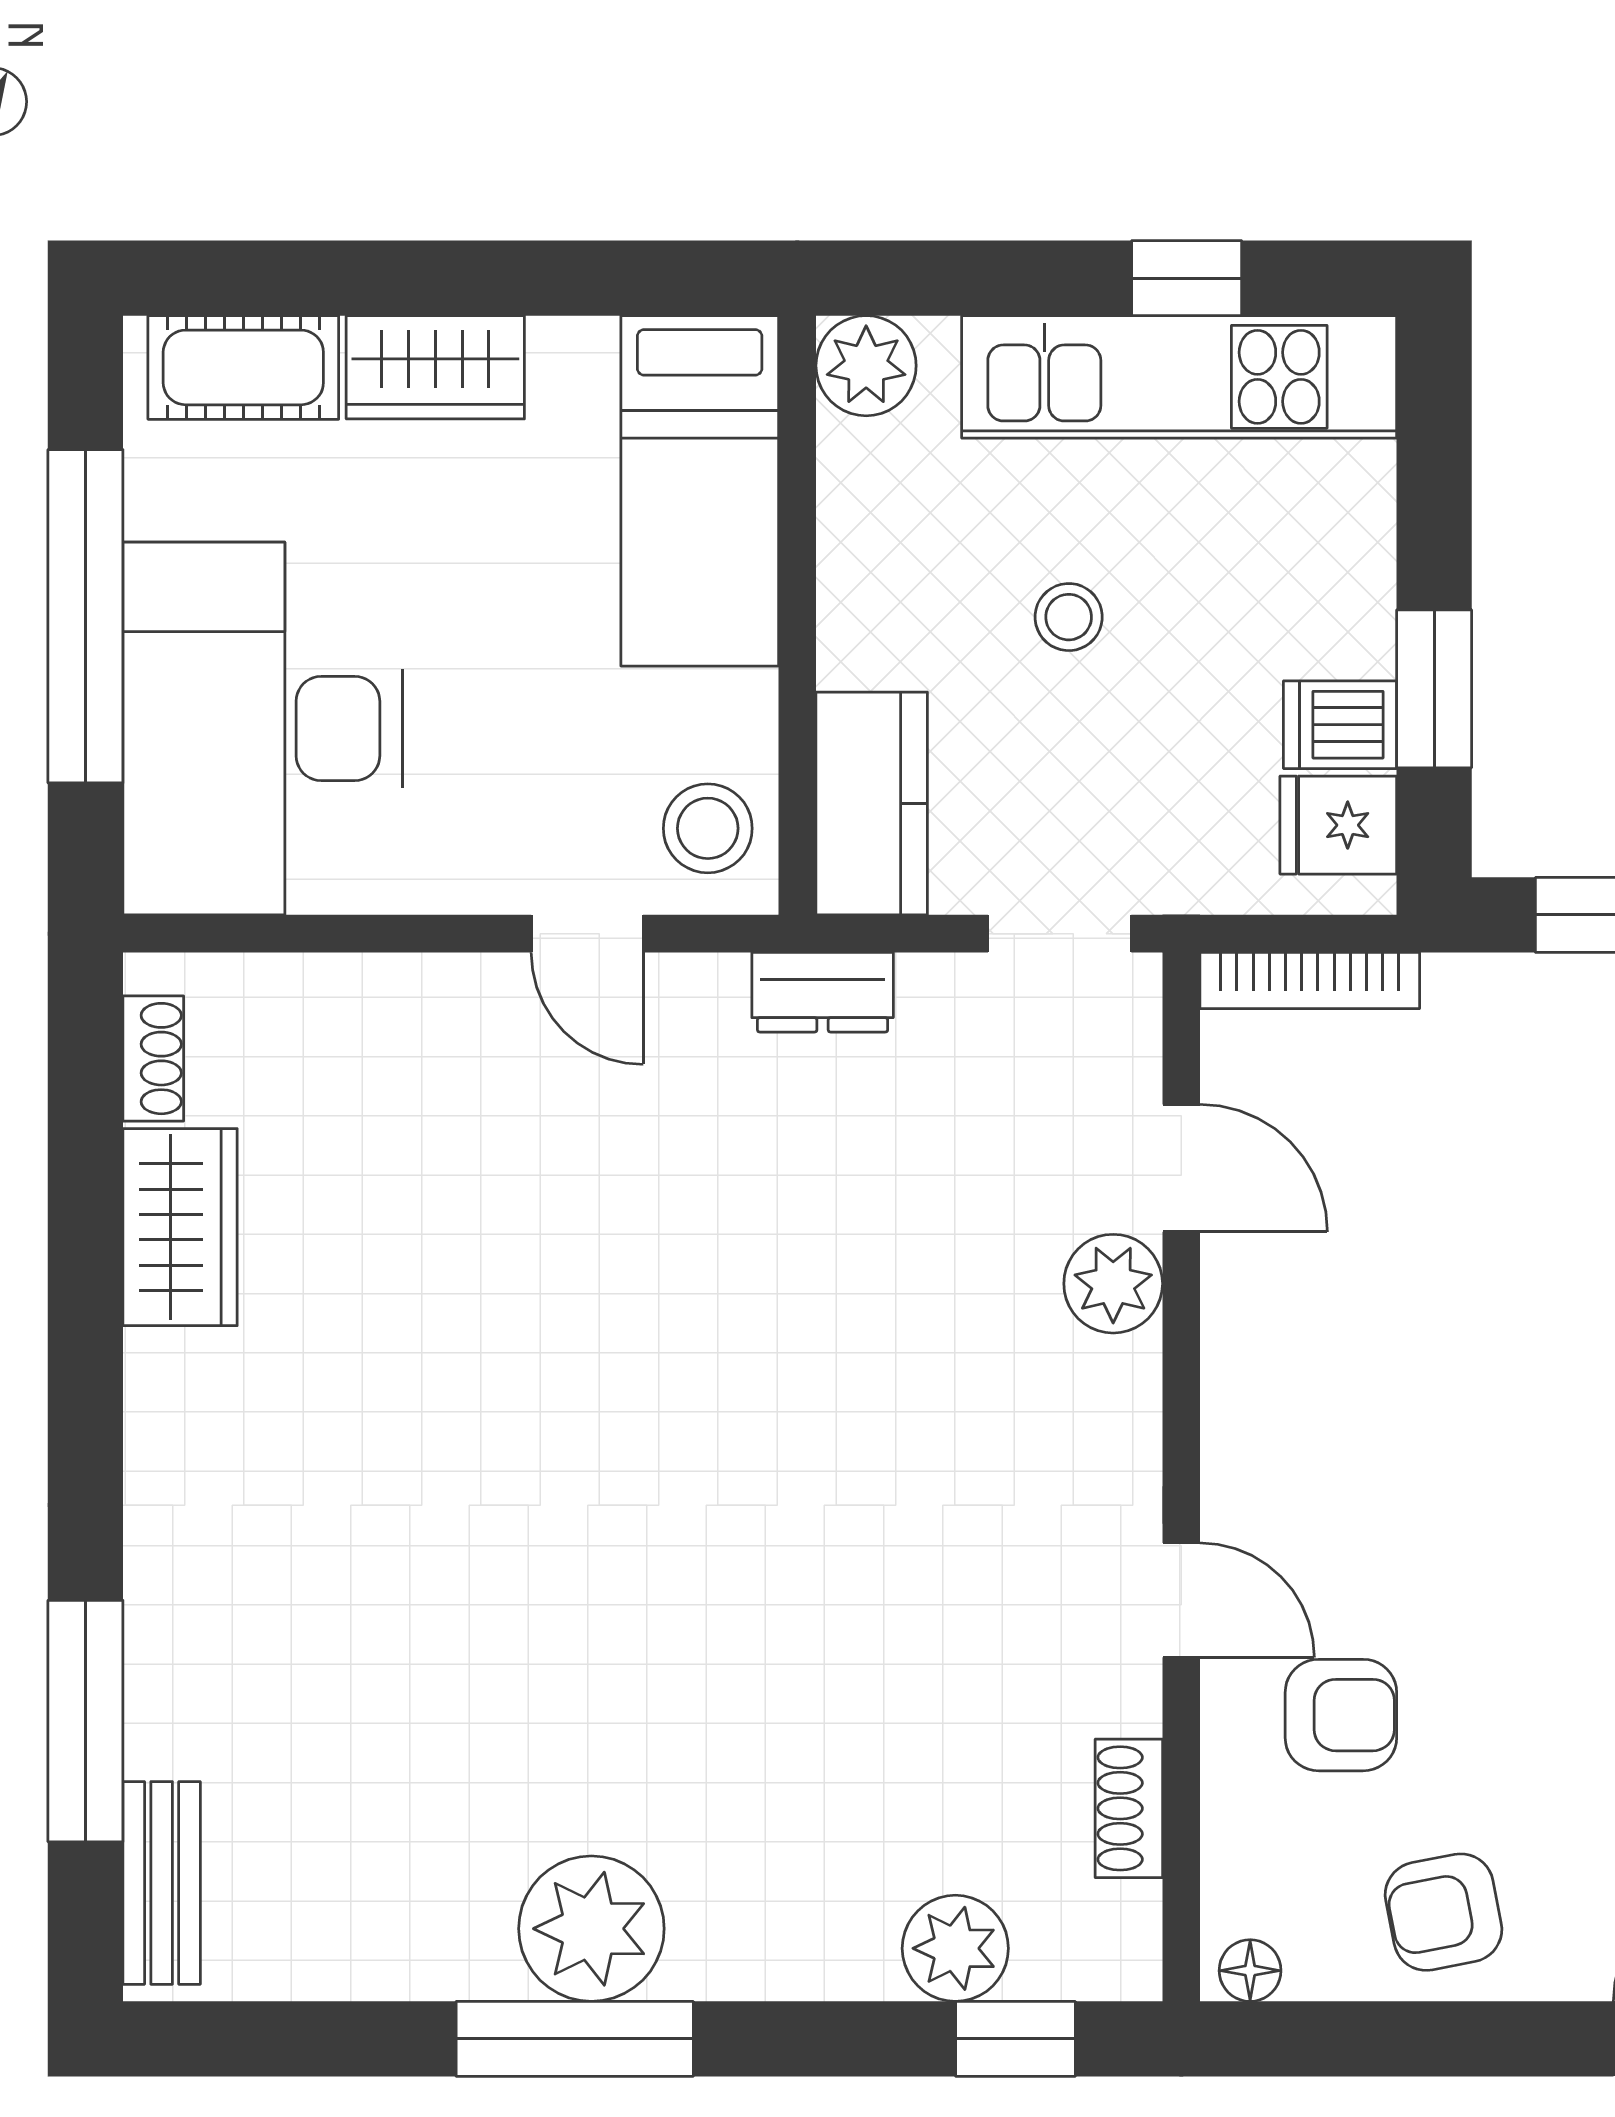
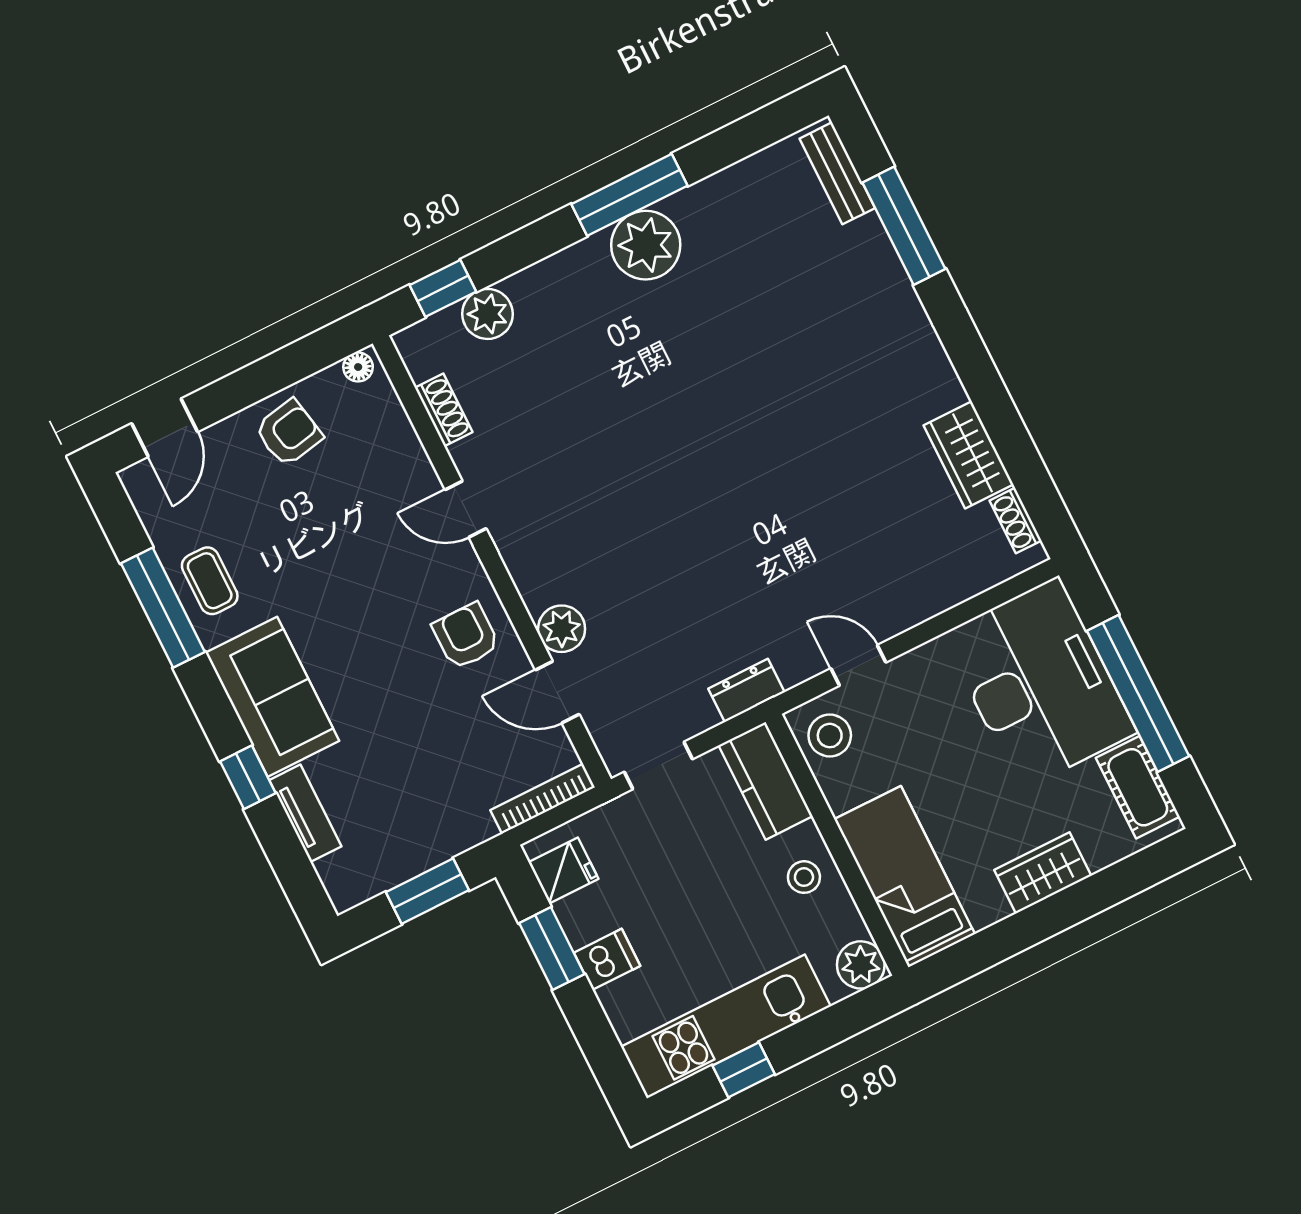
cot: (243, 367) -> (1138, 787), moved, turned 90
stool: (1069, 617) -> (804, 877), moved
dishwasher: (1340, 725) -> (607, 959), moved
armchair: (1341, 1715) -> (466, 636), moved, turned 90

